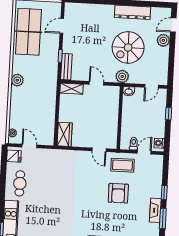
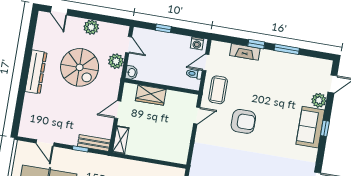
dresser: (132, 12) -> (36, 72), moved
plant: (163, 40) -> (91, 27), moved
plant: (122, 76) -> (116, 61), moved
wardrobe: (65, 134) -> (151, 95), moved, turned 180
door: (144, 152) -> (206, 62), hinge flipped
armchair: (118, 193) -> (243, 121), moved
fireplace: (155, 210) -> (245, 52), moved

